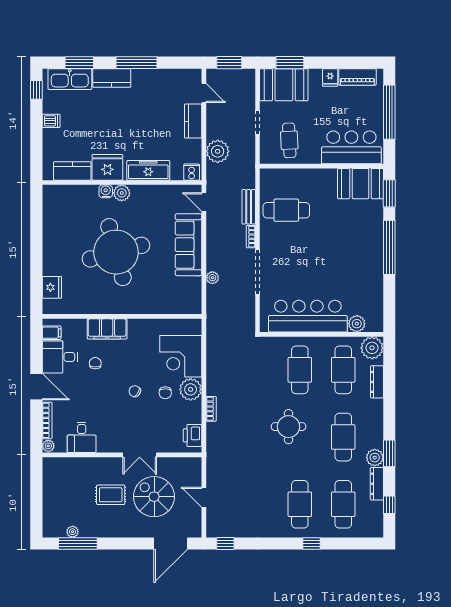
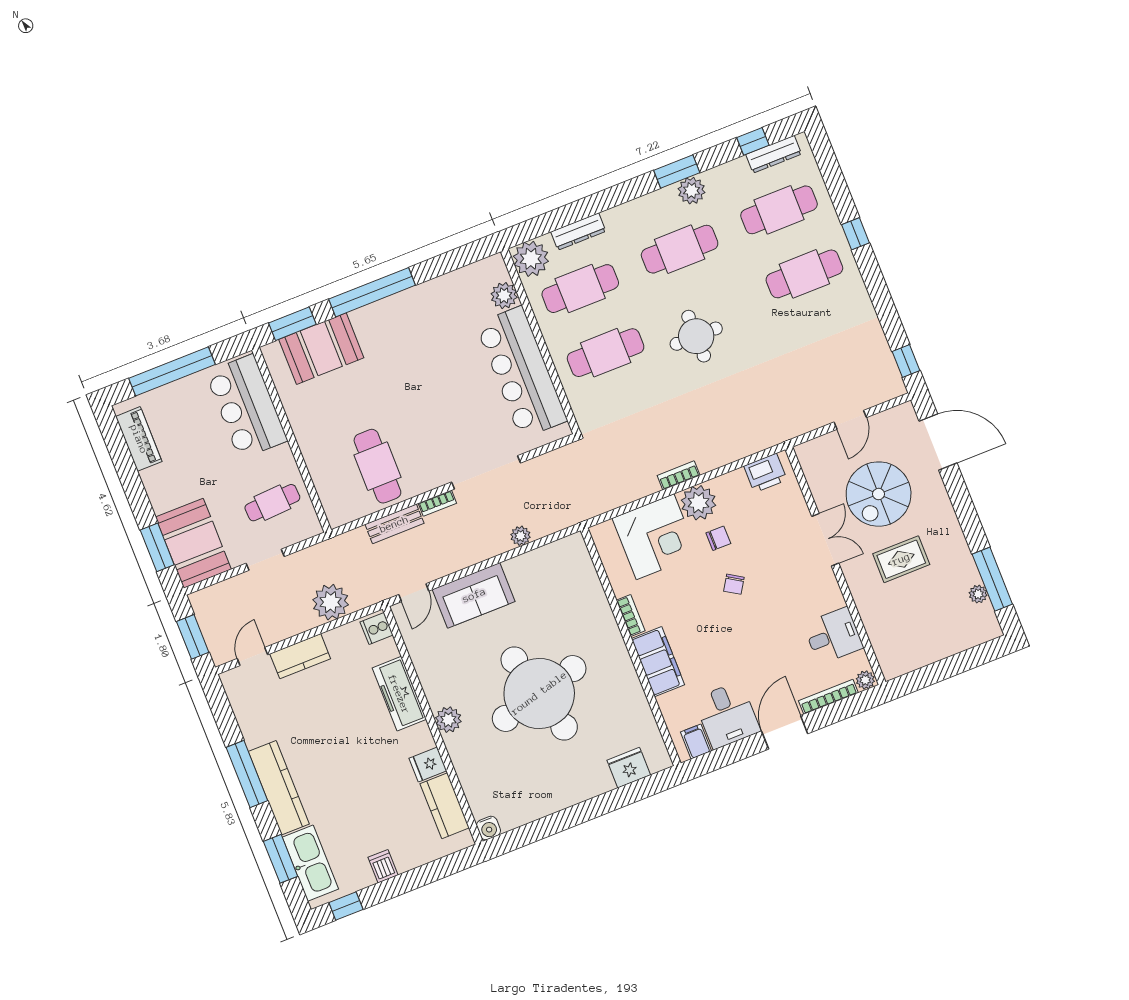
kitchen counter: (112, 78) -> (279, 788), width x1.50
fridge: (330, 78) -> (156, 479), removed
fridge: (107, 167) -> (428, 764), width x0.53, depth x0.75
booth: (361, 184) -> (321, 349), moved, turned 90
water cooler: (106, 191) -> (489, 828), moved, turned -90
sofa: (188, 245) -> (474, 595), width x0.73
bookcase: (140, 324) -> (631, 615), added
chair: (95, 363) -> (716, 659), removed
bookcase: (211, 409) -> (679, 475), moved
dresser: (377, 484) -> (774, 154), moved
rug: (111, 495) -> (901, 559), turned 90

